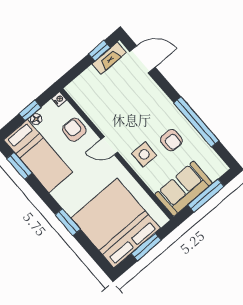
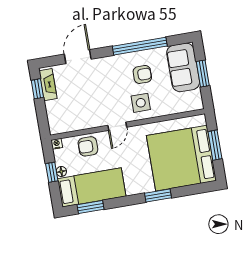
door: (142, 59) -> (78, 57), moved
sofa: (184, 189) -> (183, 67), moved
window: (206, 196) -> (203, 73), width x0.69

